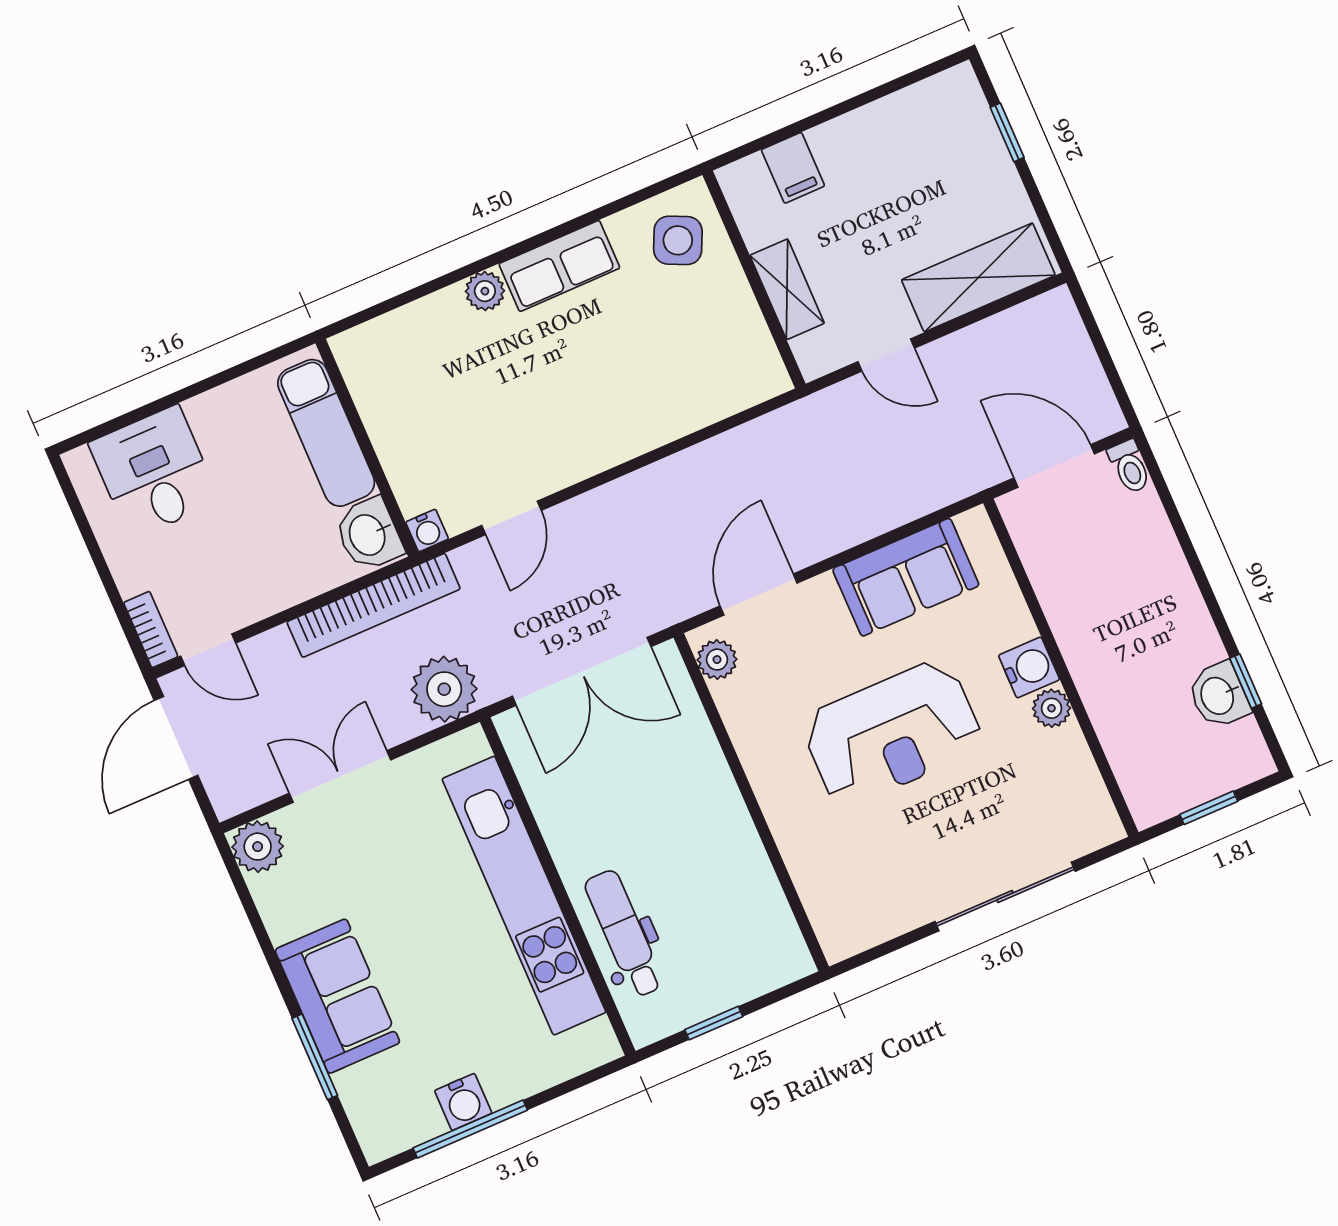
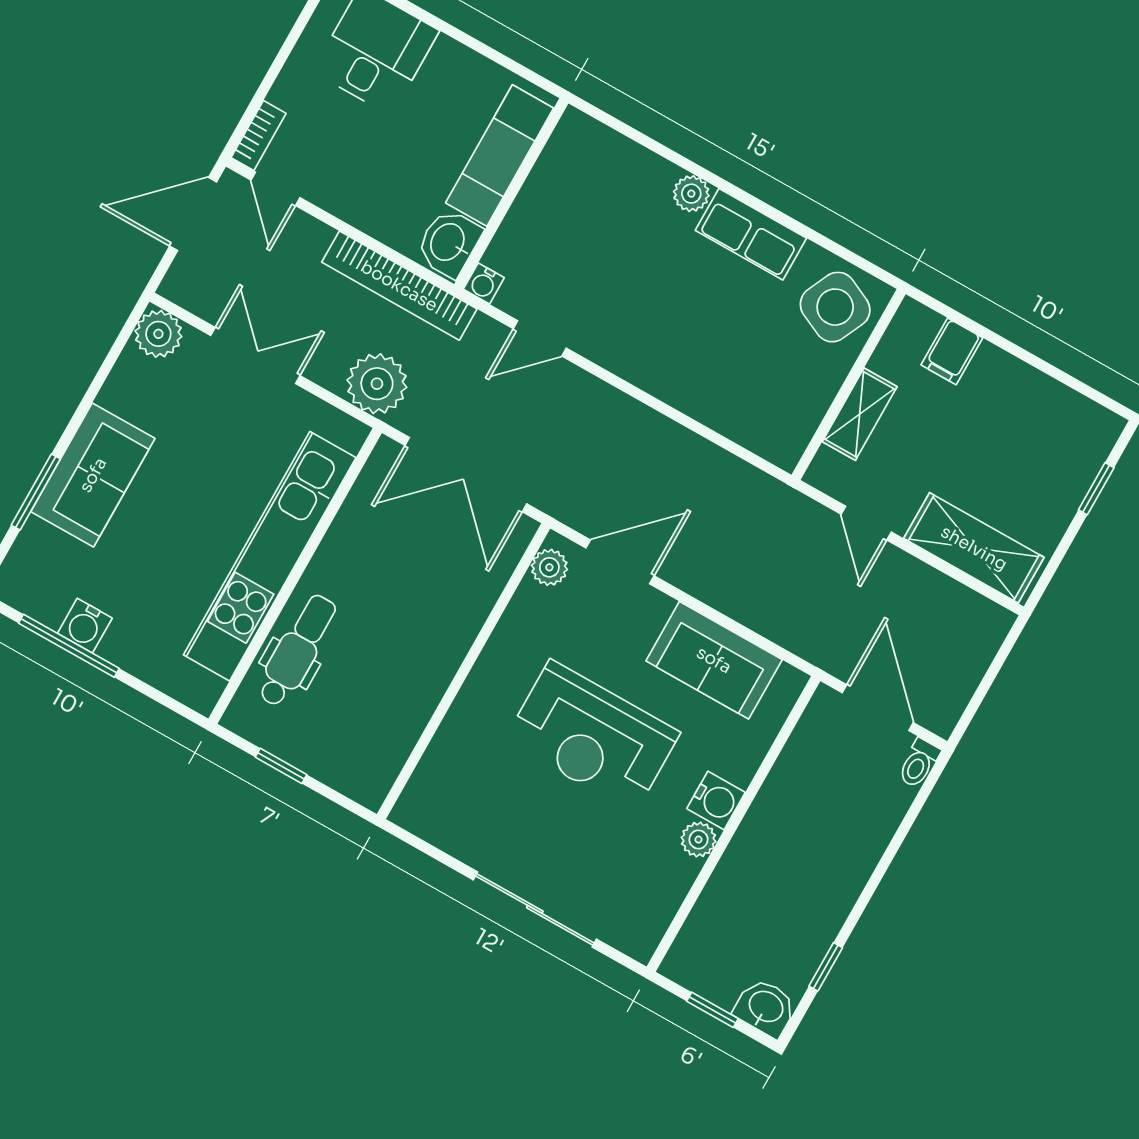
side table: (678, 240) -> (835, 307), width x1.37, depth x1.37
washbasin: (1219, 695) -> (765, 1008), moved, turned 90

